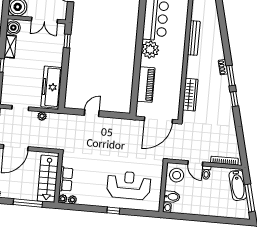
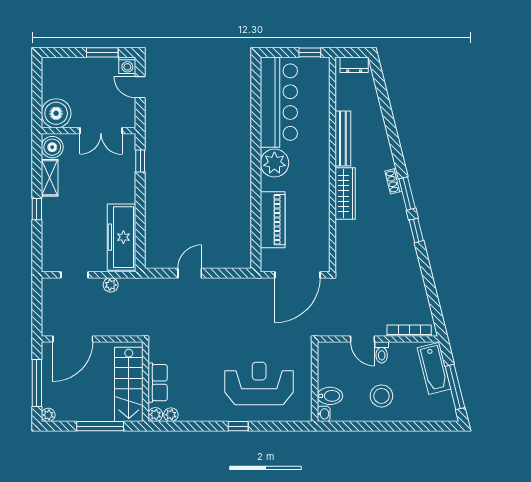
wardrobe: (190, 95) -> (345, 193), moved
stool: (177, 175) -> (381, 396), moved

